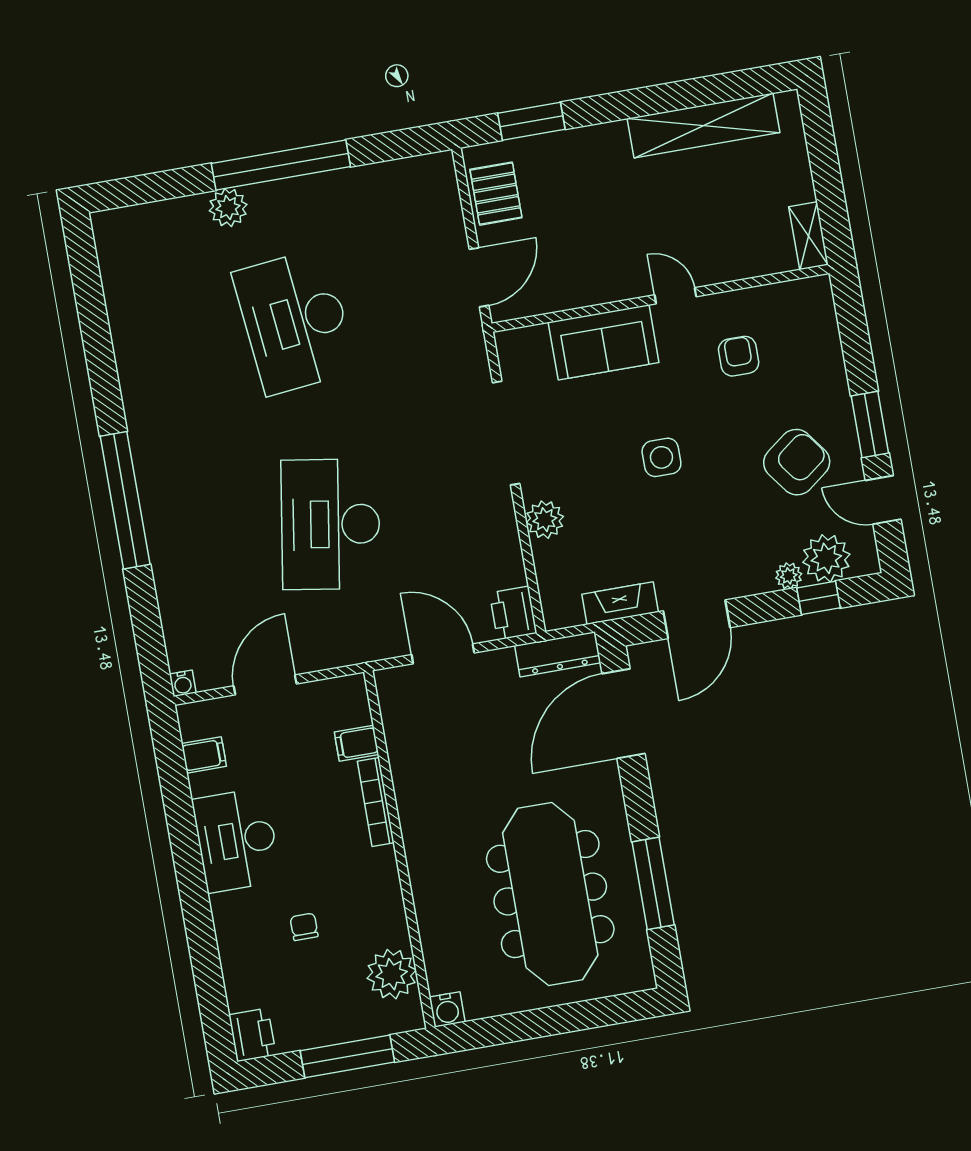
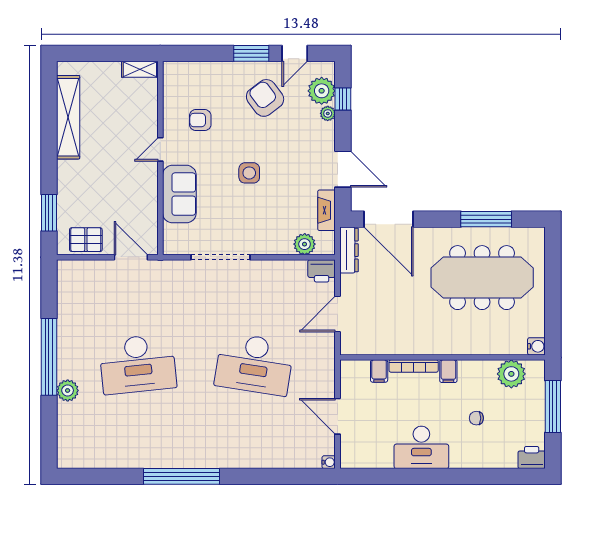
window: (125, 500) -> (182, 476), moved
plant: (545, 520) -> (305, 244), moved
filing cabinet: (204, 755) -> (448, 371), moved, turned 180

